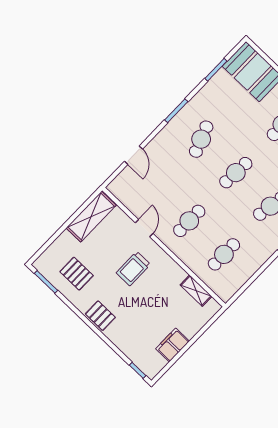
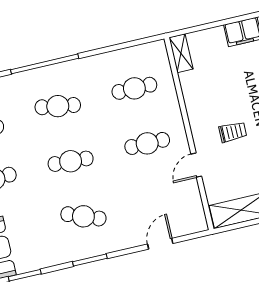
cafe table: (201, 139) -> (83, 216), turned 42
trolley: (133, 269) -> (233, 132), width x0.73, depth x0.72
shelving: (196, 291) -> (181, 53), moved

